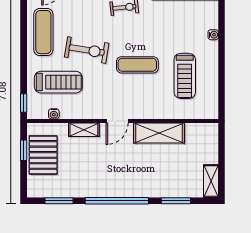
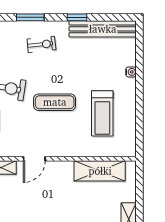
shelving: (159, 133) -> (100, 171), moved

